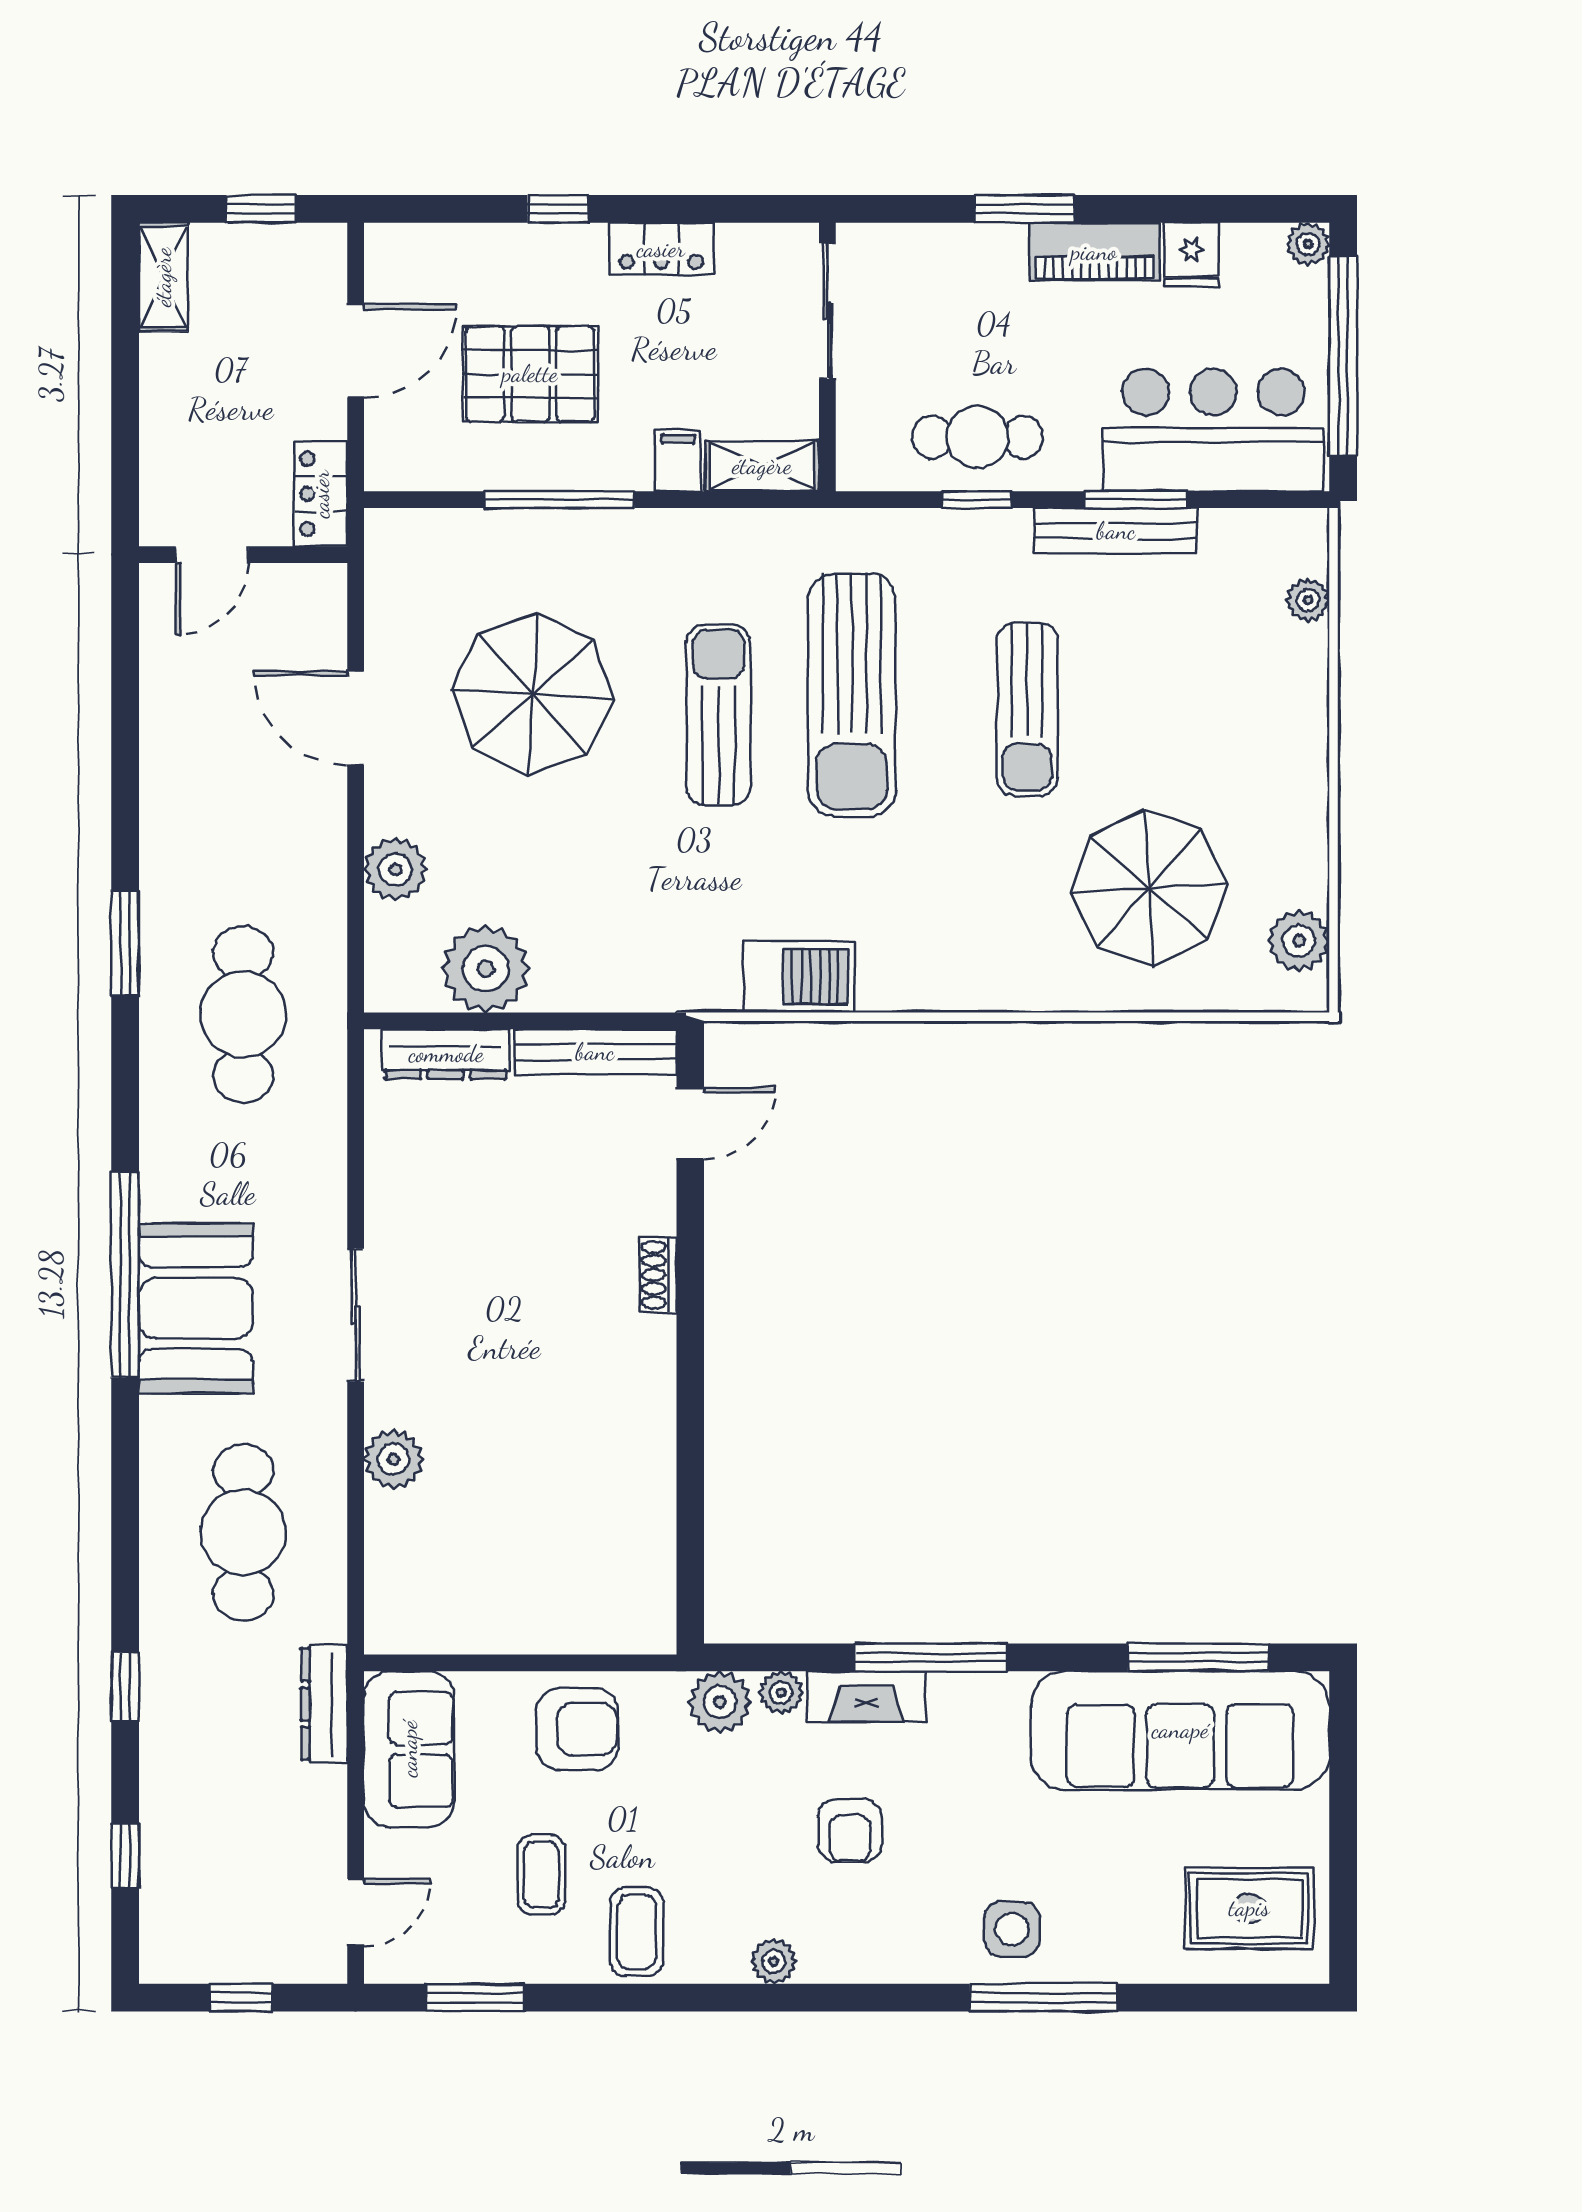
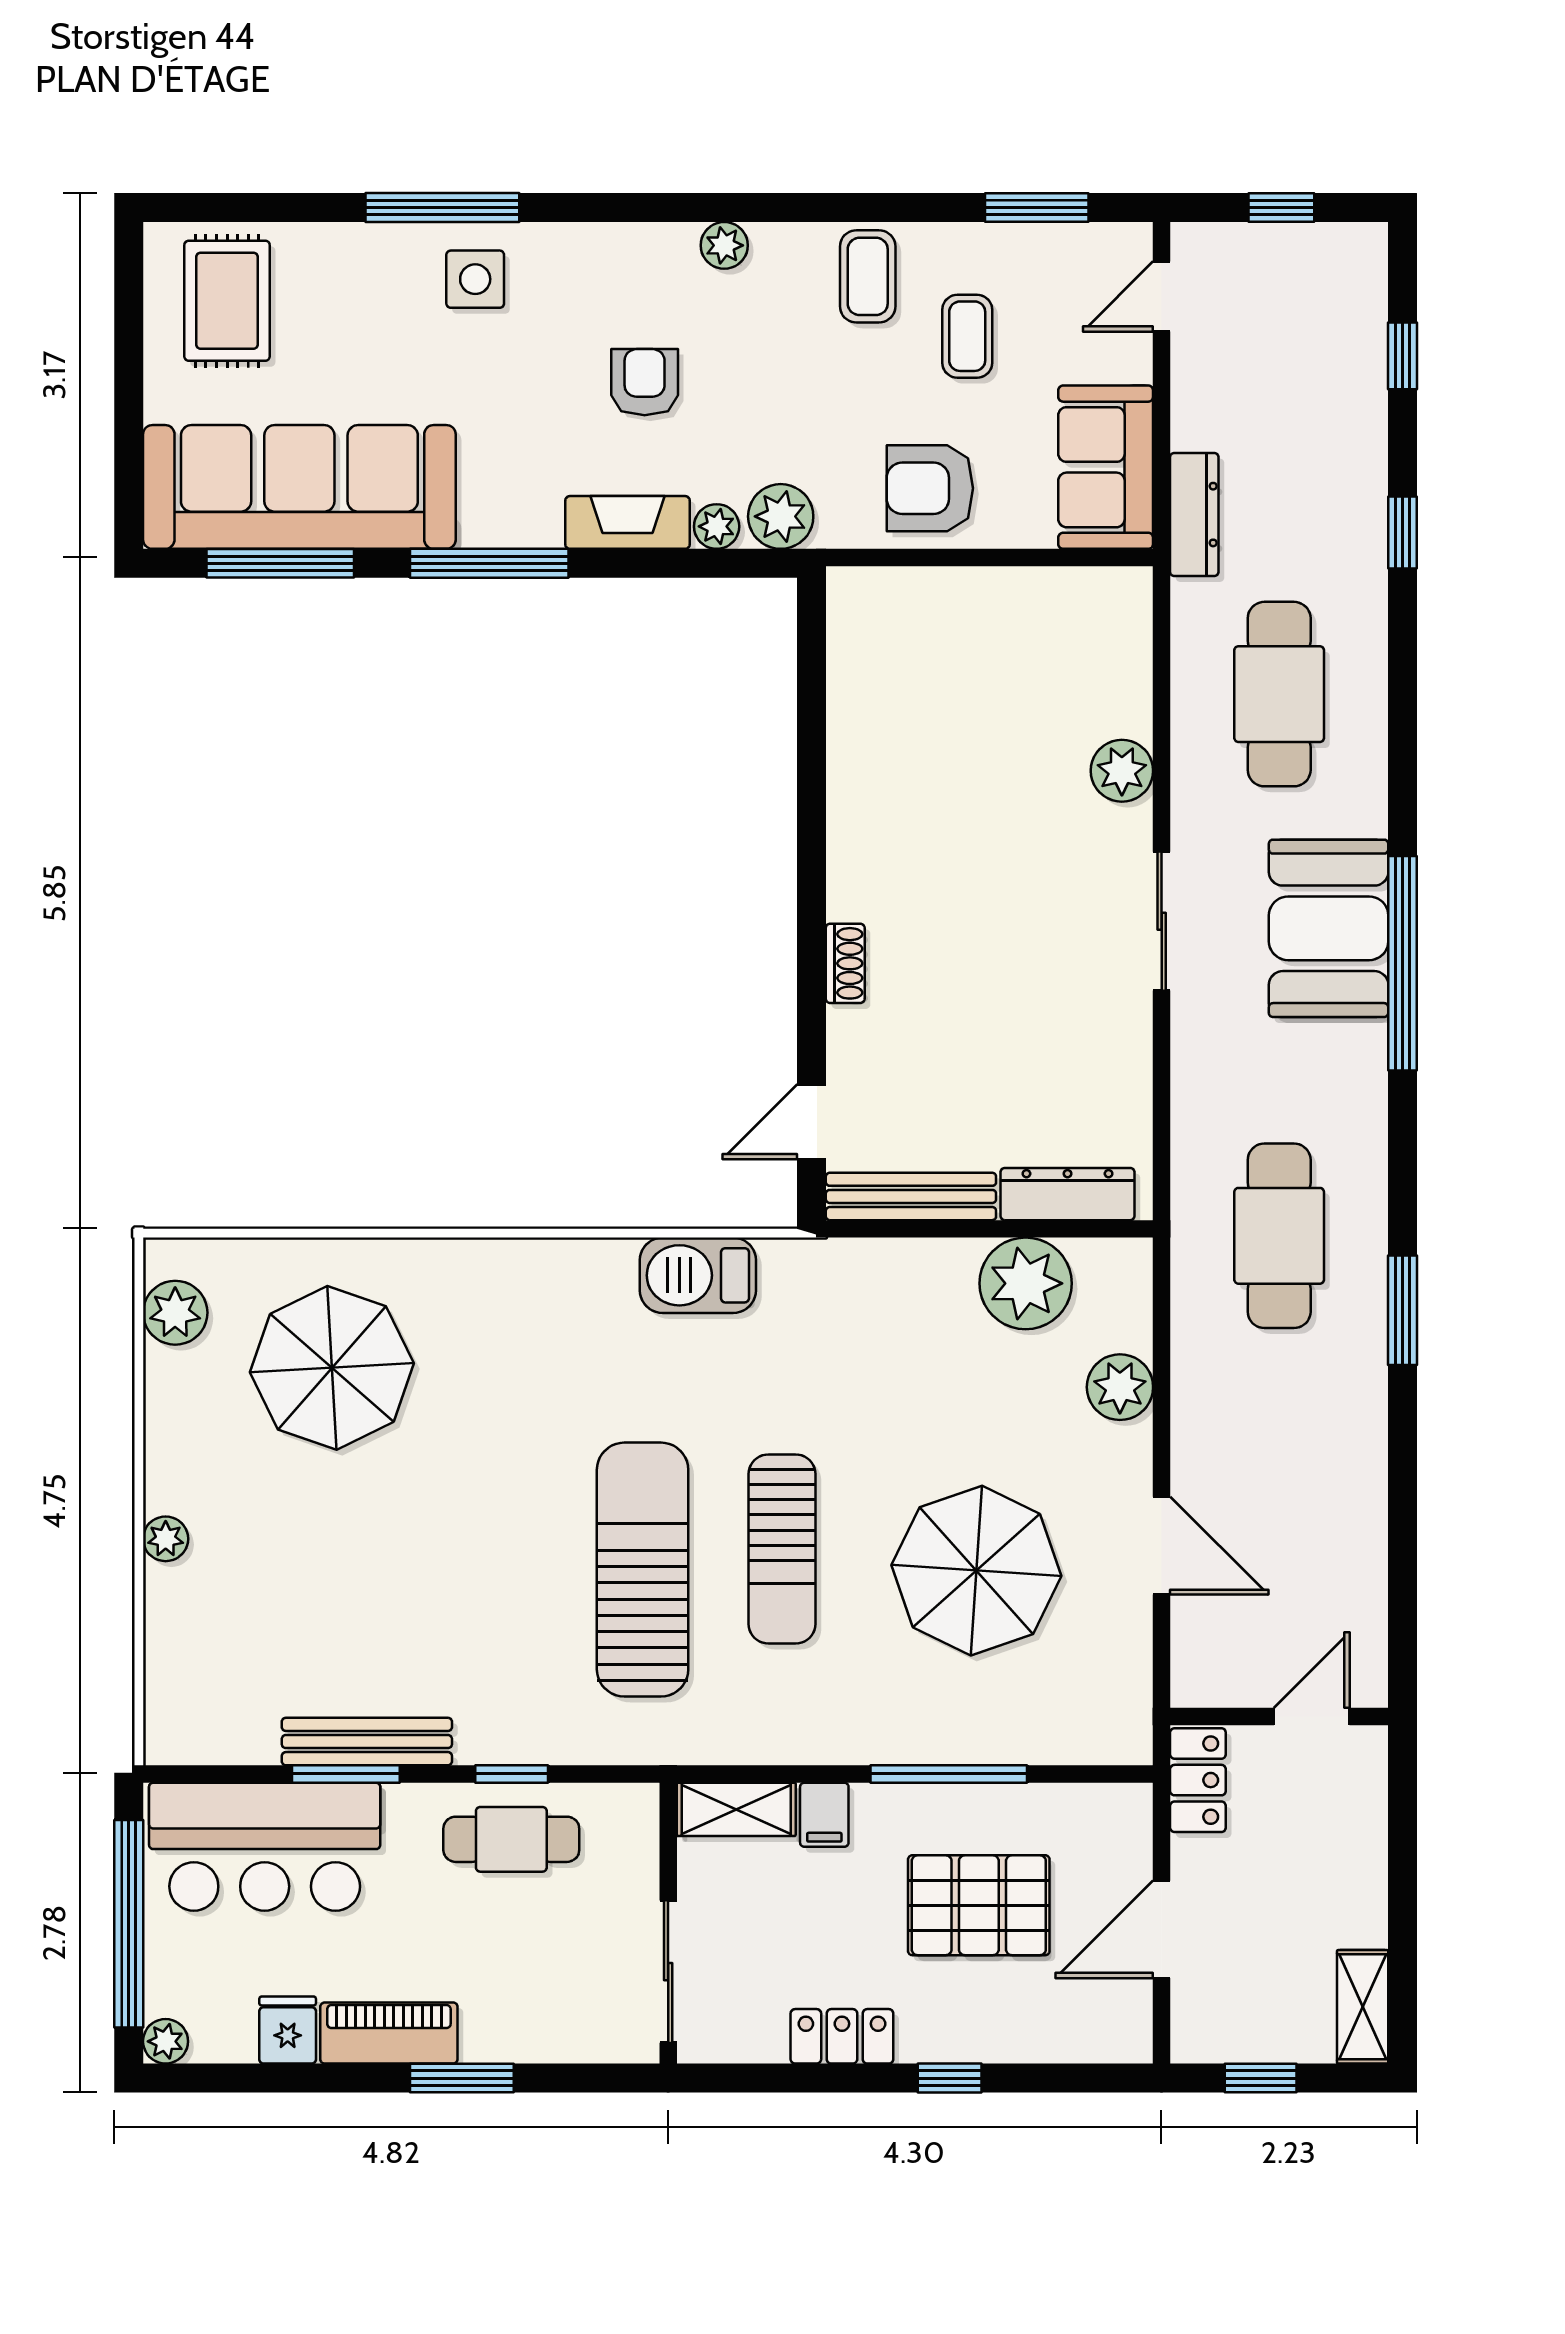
plant: (1308, 600) -> (166, 1539), moved
sun lounger: (1027, 709) -> (459, 1555), removed
window: (931, 1657) -> (489, 563), moved
rug: (1249, 1908) -> (227, 301), turned 90

